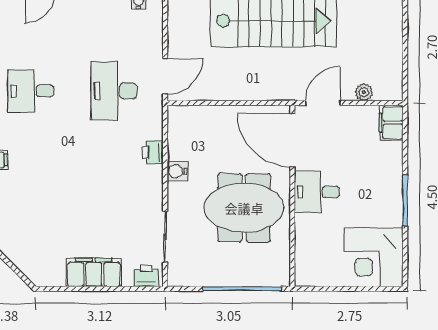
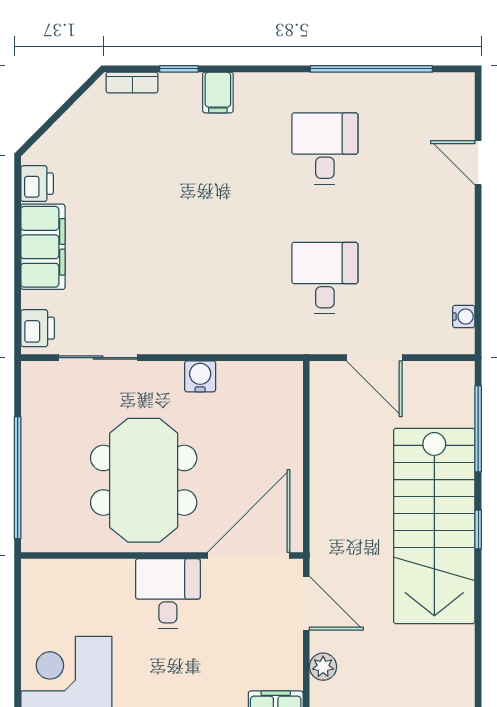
door: (165, 76) -> (374, 358), moved
desk: (114, 91) -> (325, 278), width x0.73
printer: (153, 152) -> (37, 184), moved, turned 90

